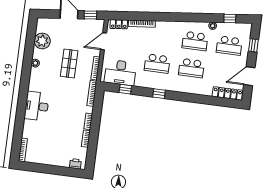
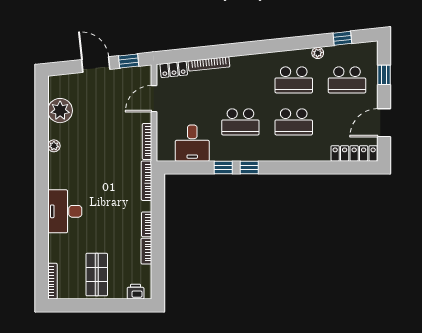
shop shelf: (69, 64) -> (97, 275), moved
desk: (120, 73) -> (192, 143), width x0.73
window: (125, 89) -> (223, 168), moved

